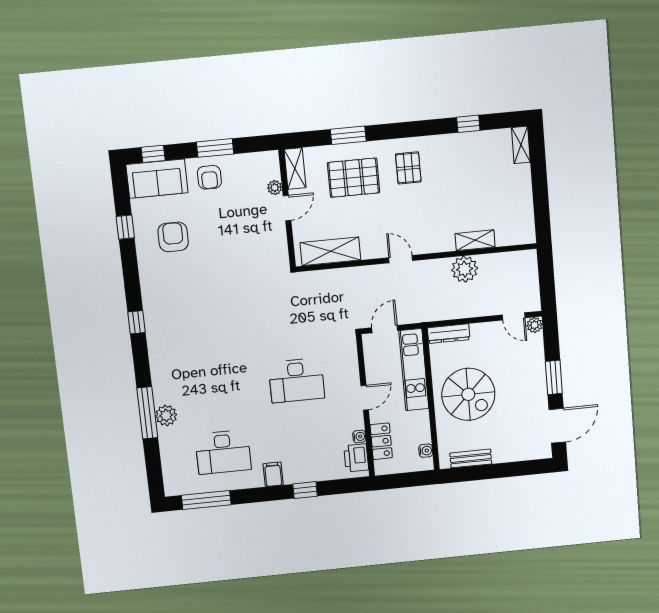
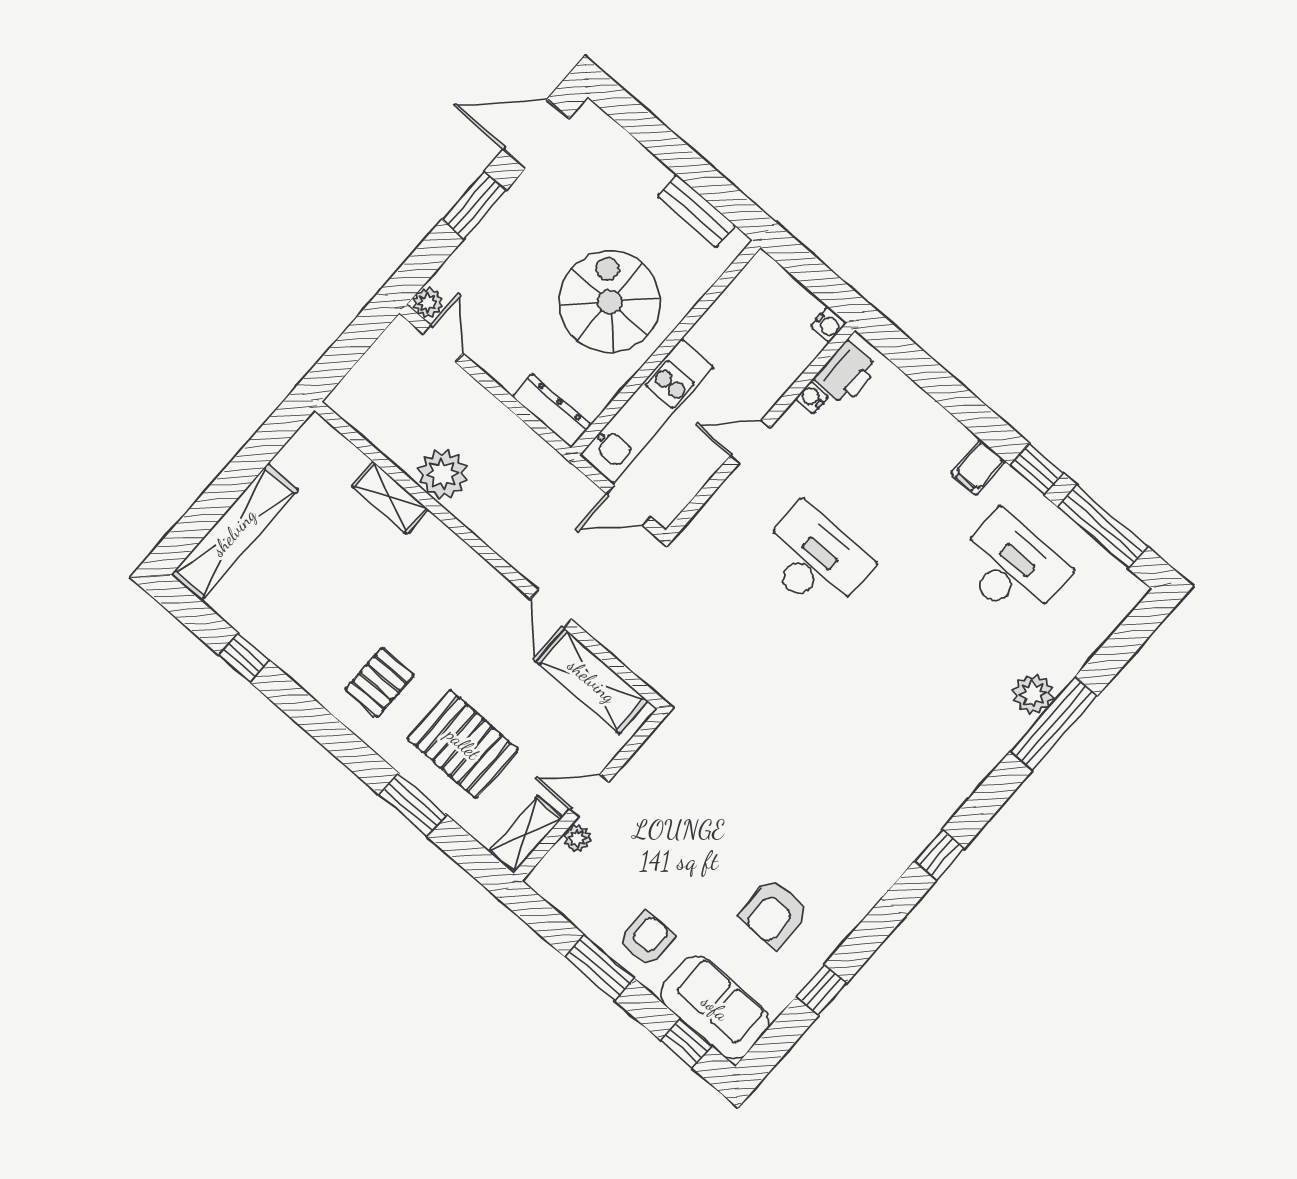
shelving: (521, 145) -> (234, 532), width x2.20, depth x1.33
door: (401, 259) -> (551, 609), moved
locker: (381, 441) -> (790, 361), removed
water cooler: (426, 451) -> (828, 325), moved, turned 180
window: (305, 490) -> (1037, 469), moved

